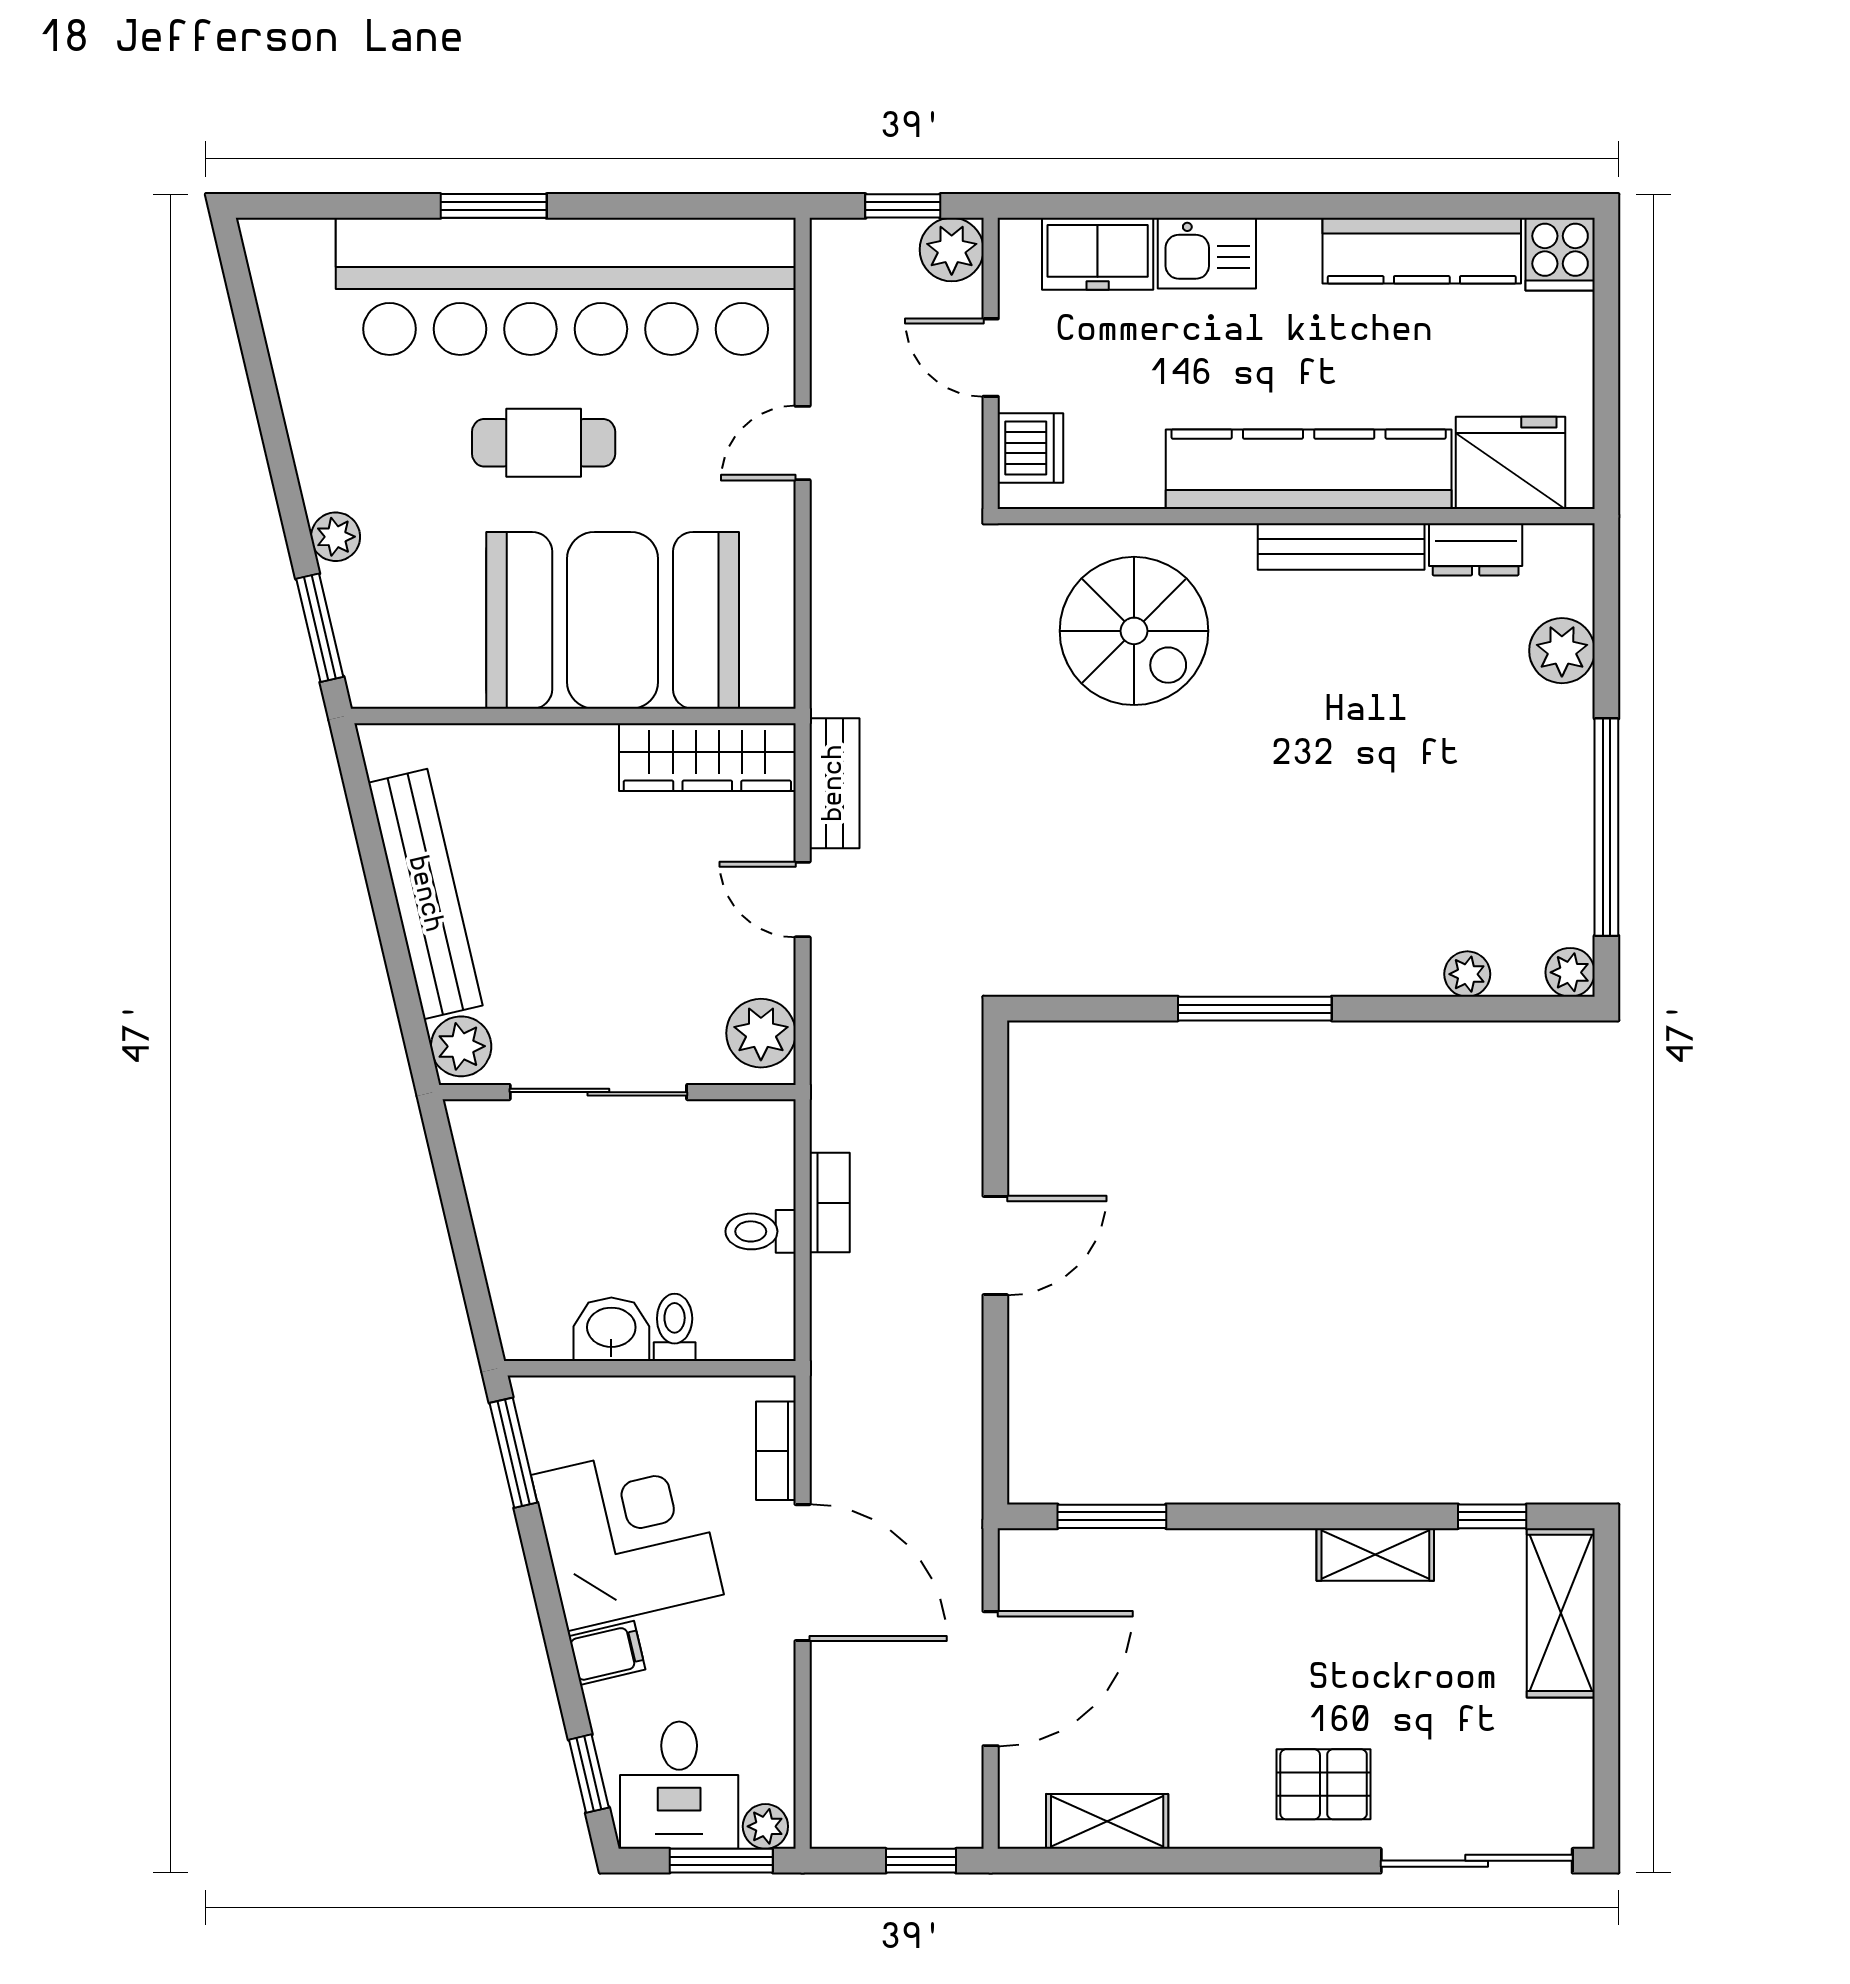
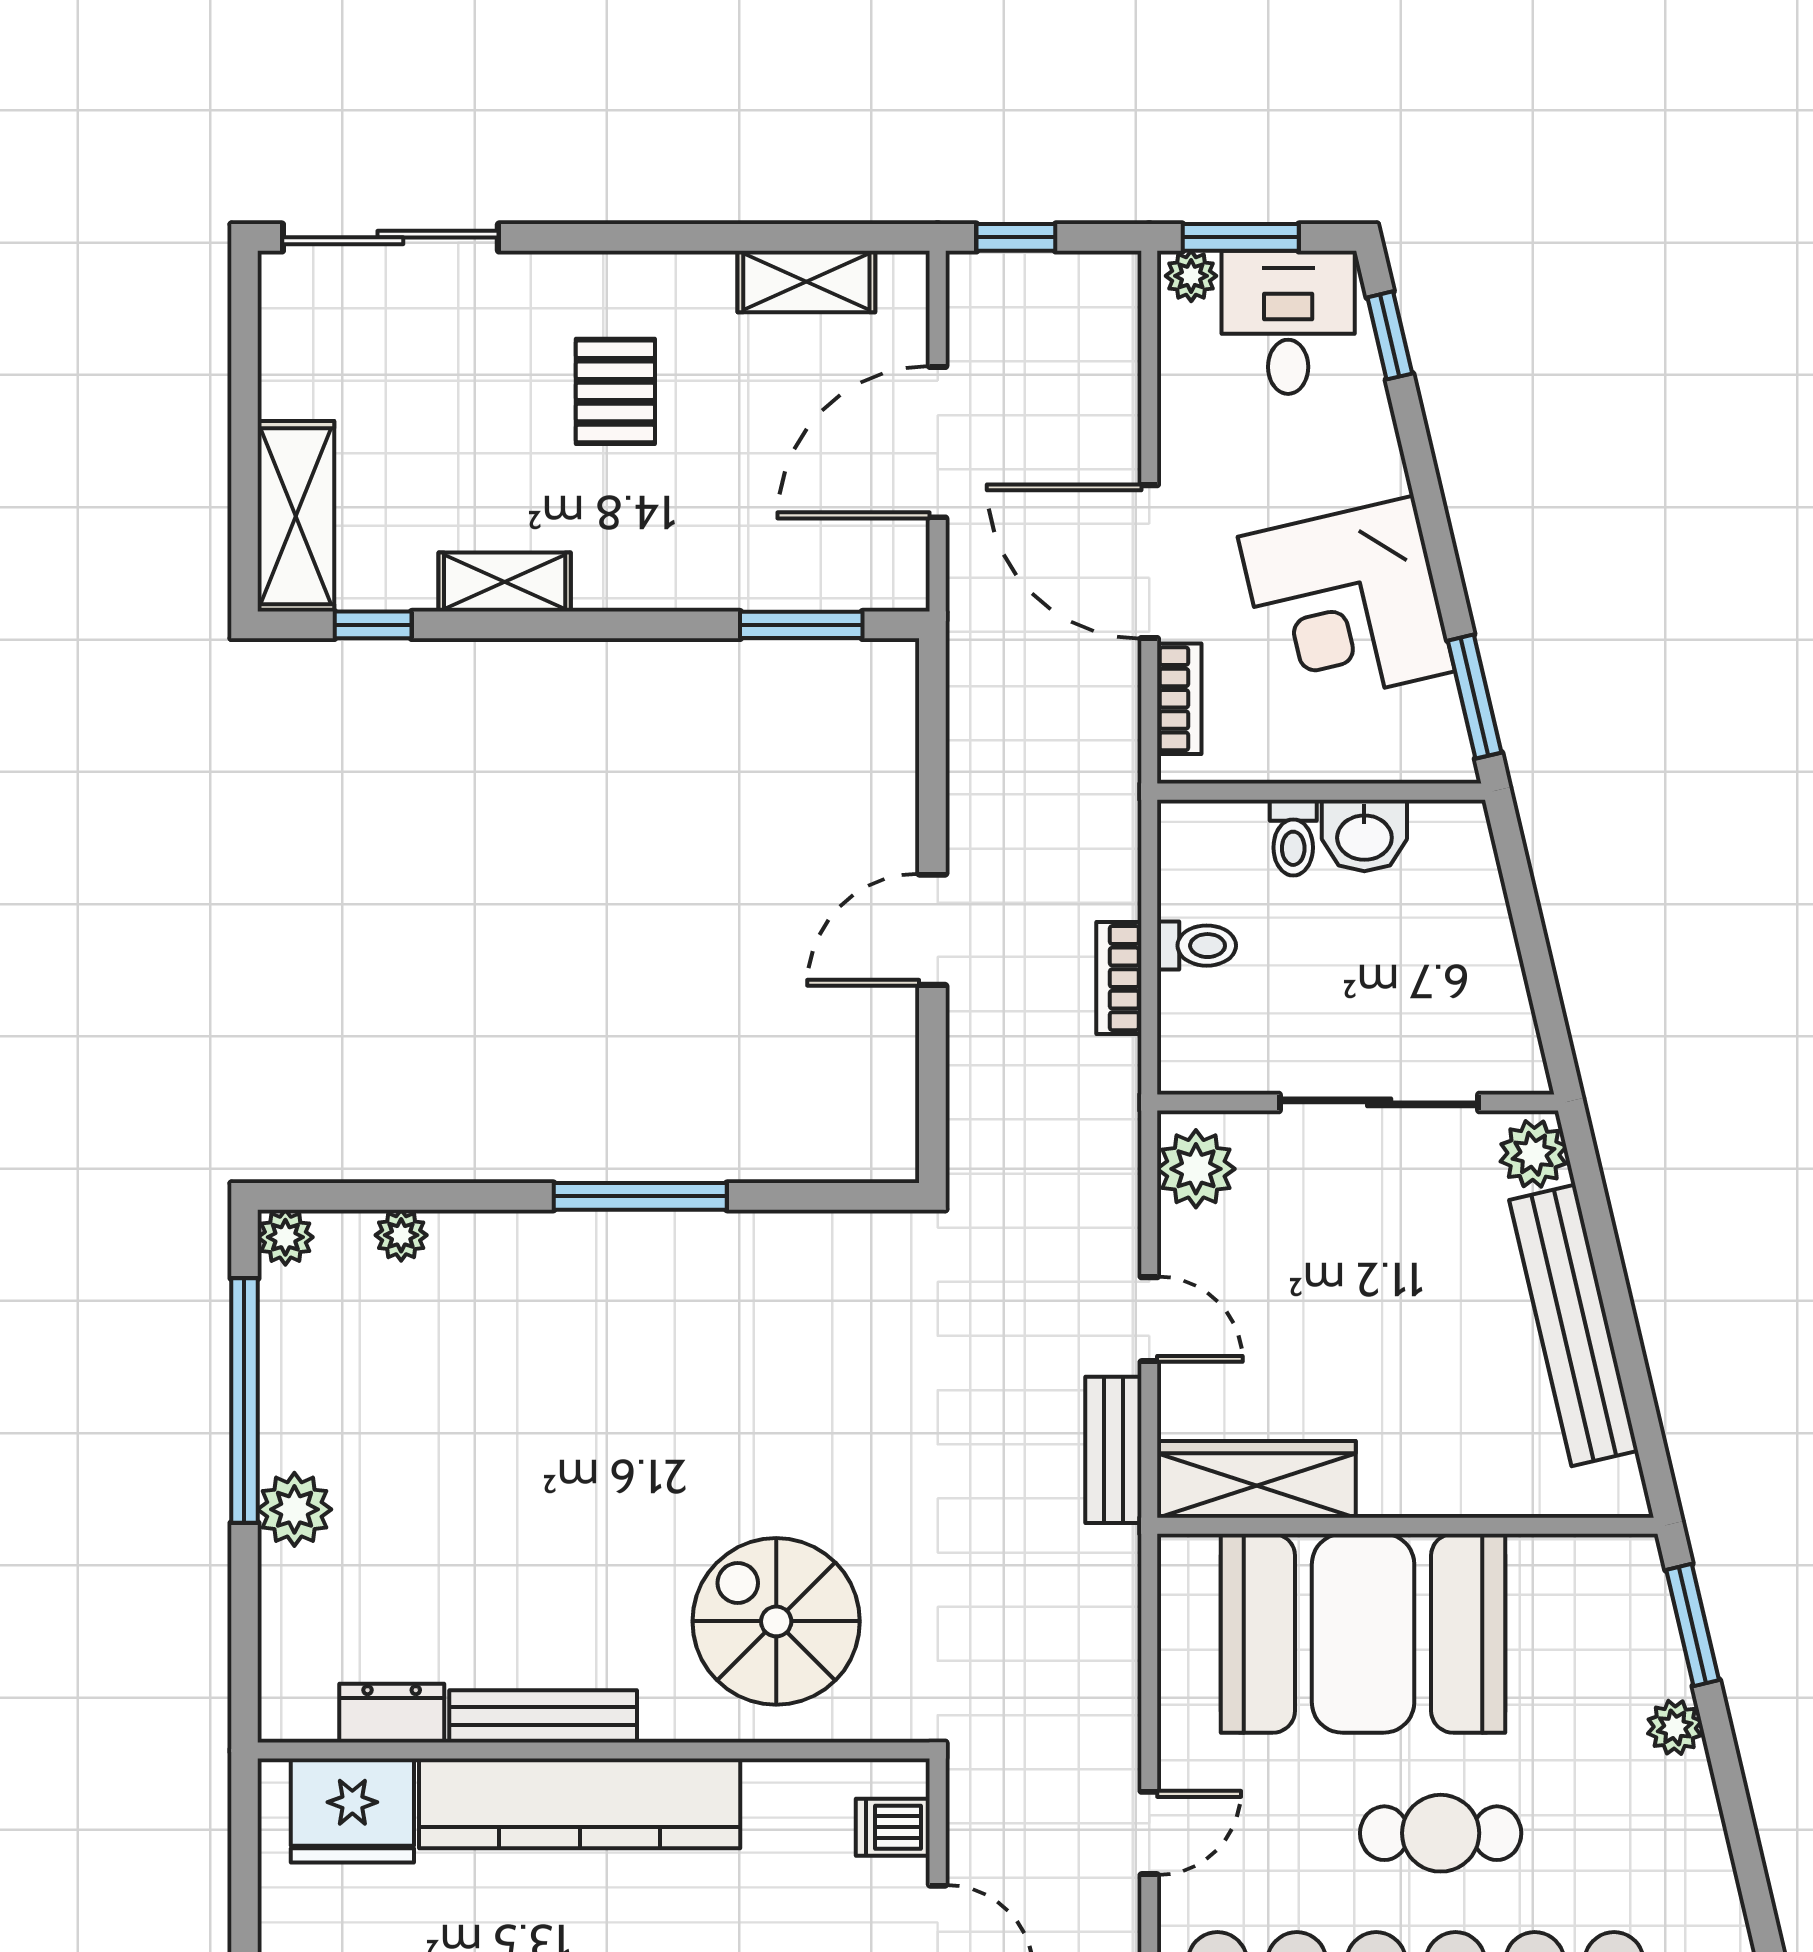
dishwasher: (1030, 448) -> (893, 1827), width x0.73
plant: (1562, 651) -> (294, 1509), moved
filing cabinet: (607, 1653) -> (1369, 471), removed
pallet: (1324, 1784) -> (615, 391), moved, turned 90

